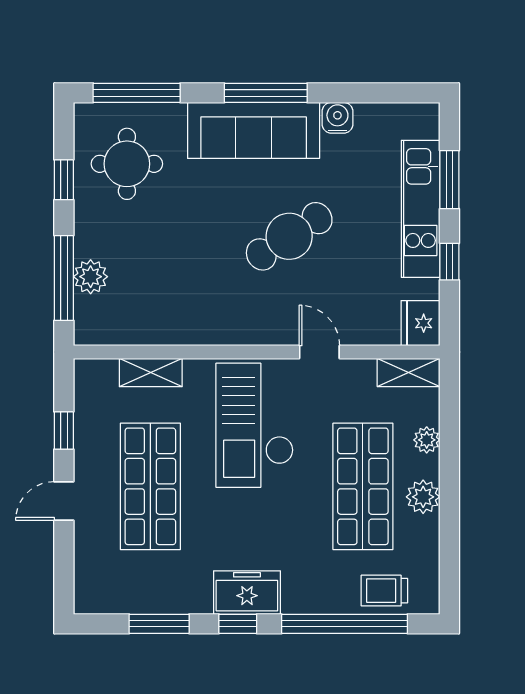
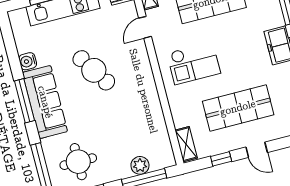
door: (319, 352) -> (145, 27), moved
shelving: (151, 373) -> (186, 144), moved
checkout: (255, 425) -> (194, 63), width x0.73, depth x0.83

